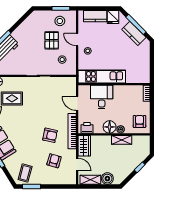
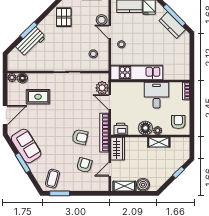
stool: (60, 21) -> (102, 20), moved
pallet: (52, 40) -> (64, 17), moved
plant: (70, 90) -> (102, 88), added
desk: (102, 97) -> (157, 95), moved
door: (77, 165) -> (110, 169), swing flipped

